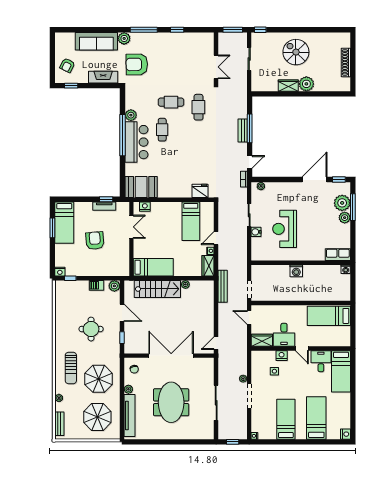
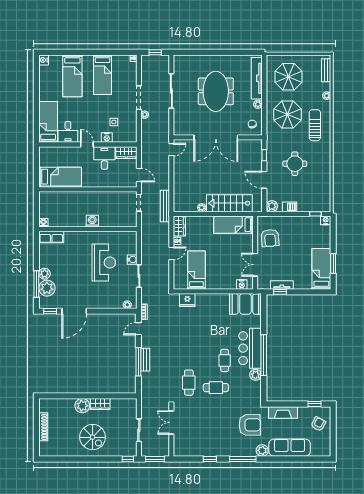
armchair: (95, 241) -> (270, 238), moved

